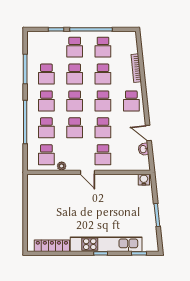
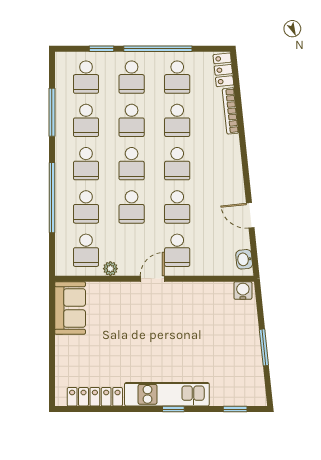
locker: (132, 43) -> (223, 70), added
school desk: (131, 101) -> (86, 77), moved
washbasin: (143, 149) -> (244, 259), moved
door: (87, 172) -> (152, 279), swing flipped
sofa: (36, 191) -> (70, 308), added
kitchen unit: (106, 244) -> (167, 394), width x0.73

